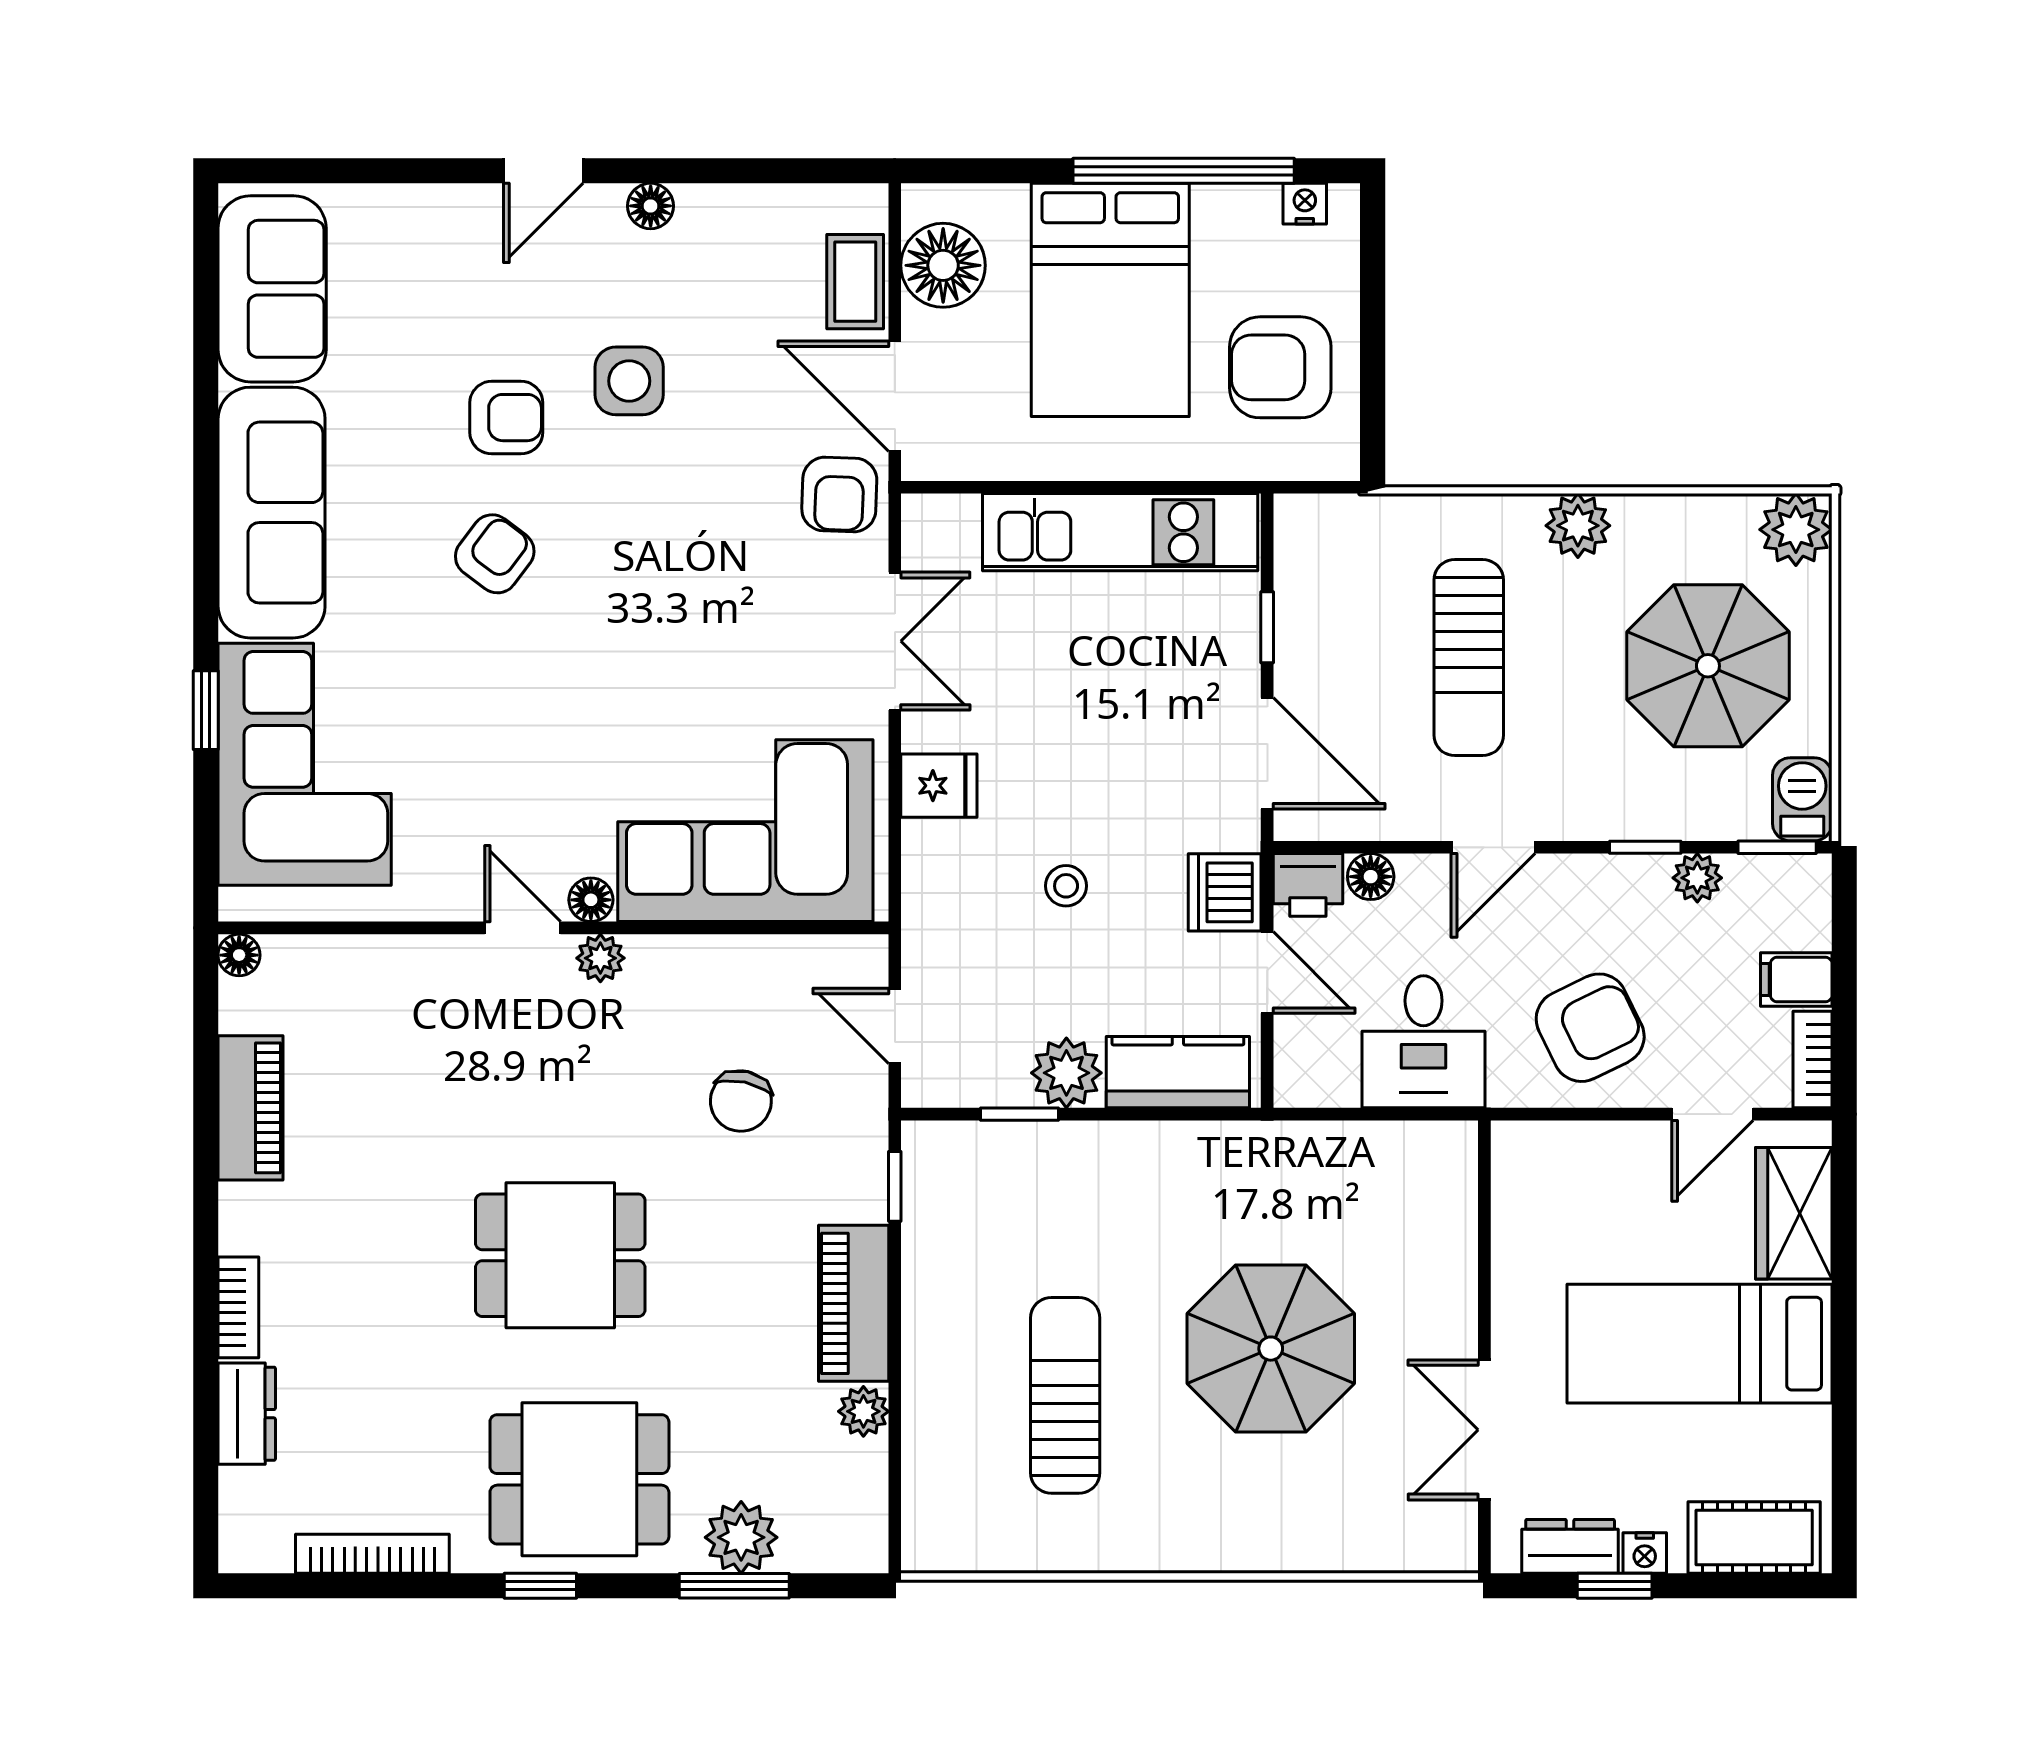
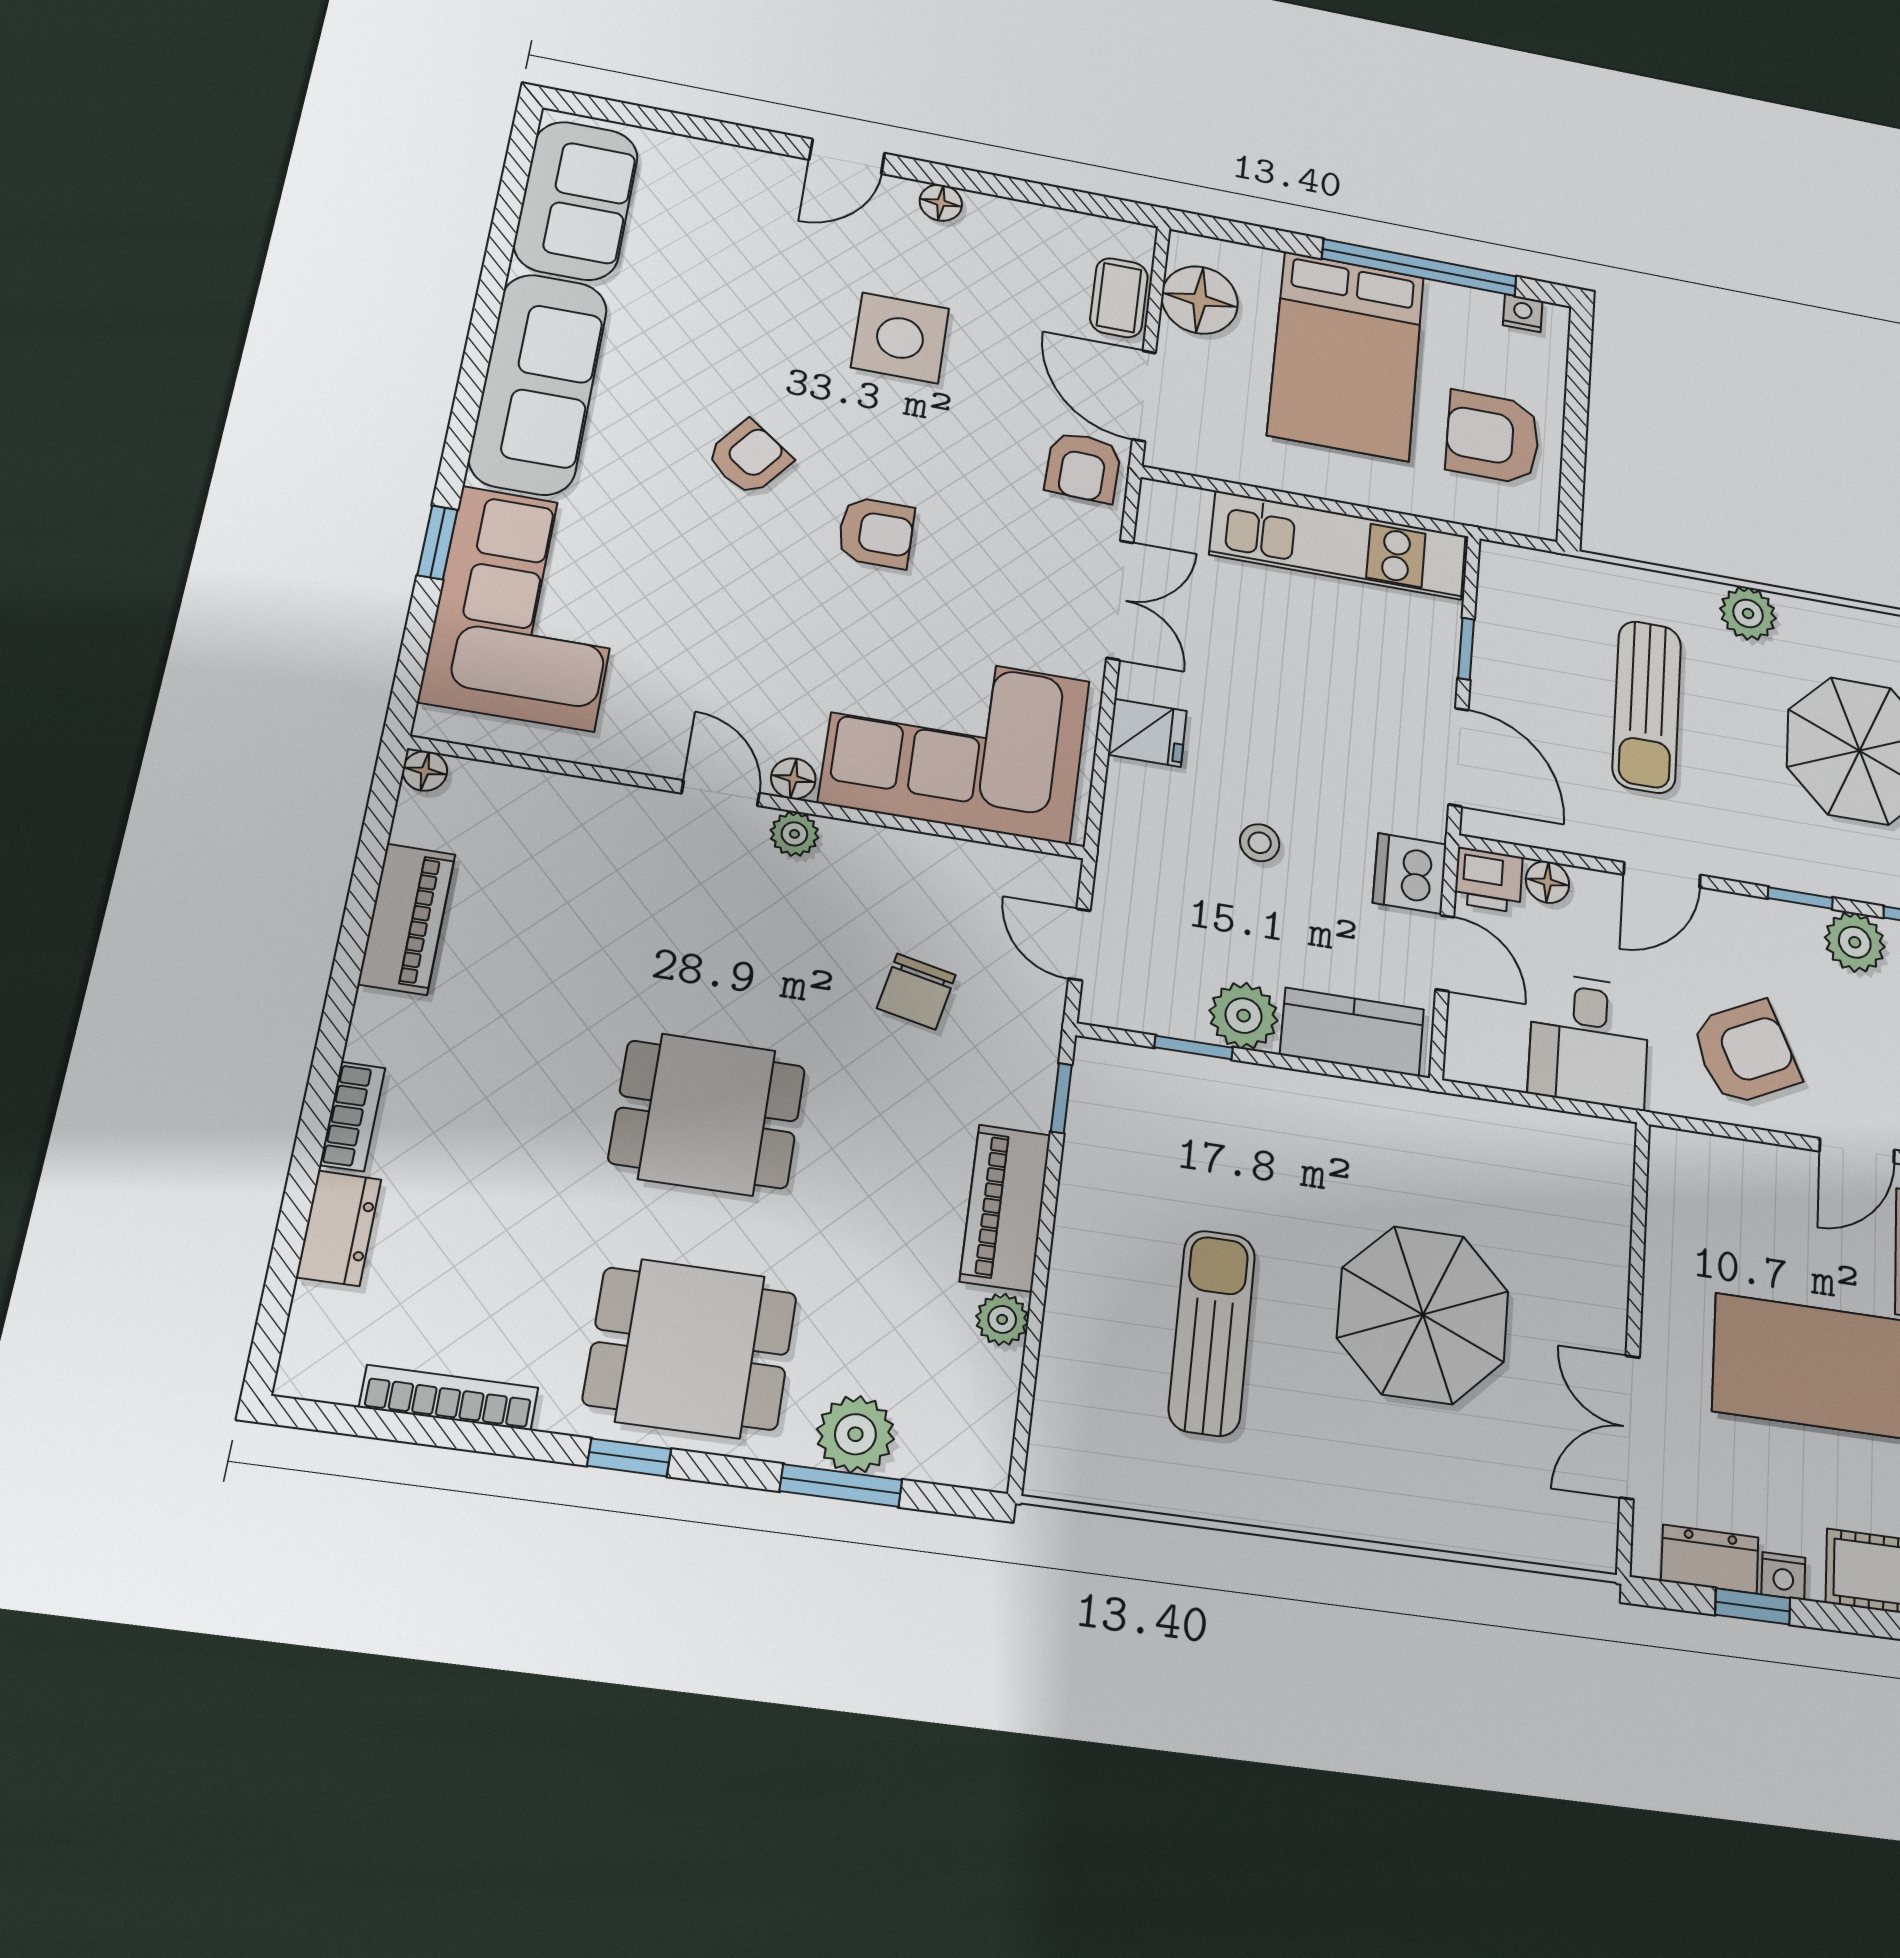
side table: (629, 381) -> (900, 338), width x1.37, depth x1.37
armchair: (506, 418) -> (876, 533), moved
plant: (1697, 878) -> (1855, 942), width x1.38, depth x1.38

